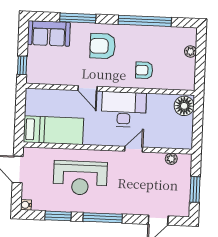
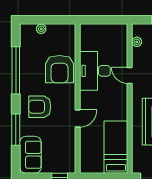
armchair: (103, 46) -> (40, 107), turned 90
armchair: (144, 70) -> (60, 69), width x1.88, depth x1.88
floor lamp: (184, 106) -> (90, 32), removed
desk: (124, 109) -> (95, 71), moved

